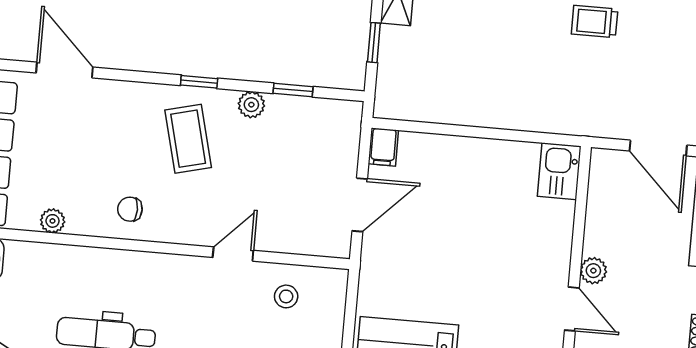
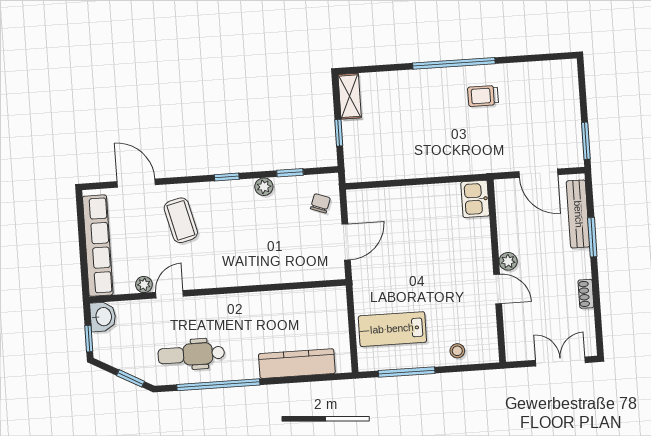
coffee table: (188, 139) -> (181, 220), moved
filing cabinet: (383, 147) -> (356, 201), removed
chair: (130, 209) -> (320, 203), moved, turned 110
door: (233, 254) -> (170, 294), moved
stool: (286, 296) -> (307, 310), removed

